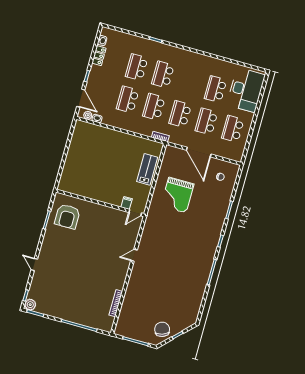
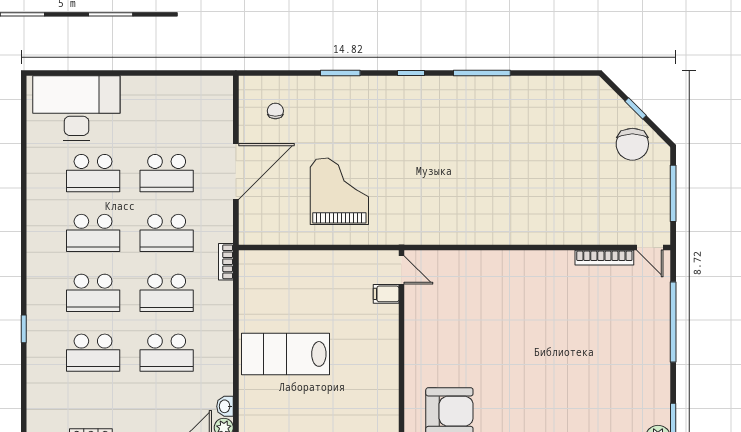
school desk: (233, 129) -> (93, 233), moved
lab bench: (147, 169) -> (286, 354), moved, width x1.36, depth x1.39
grand piano: (177, 195) -> (339, 191), turned -90
door: (134, 255) -> (650, 247), moved
chair: (162, 329) -> (632, 144), turned -71

